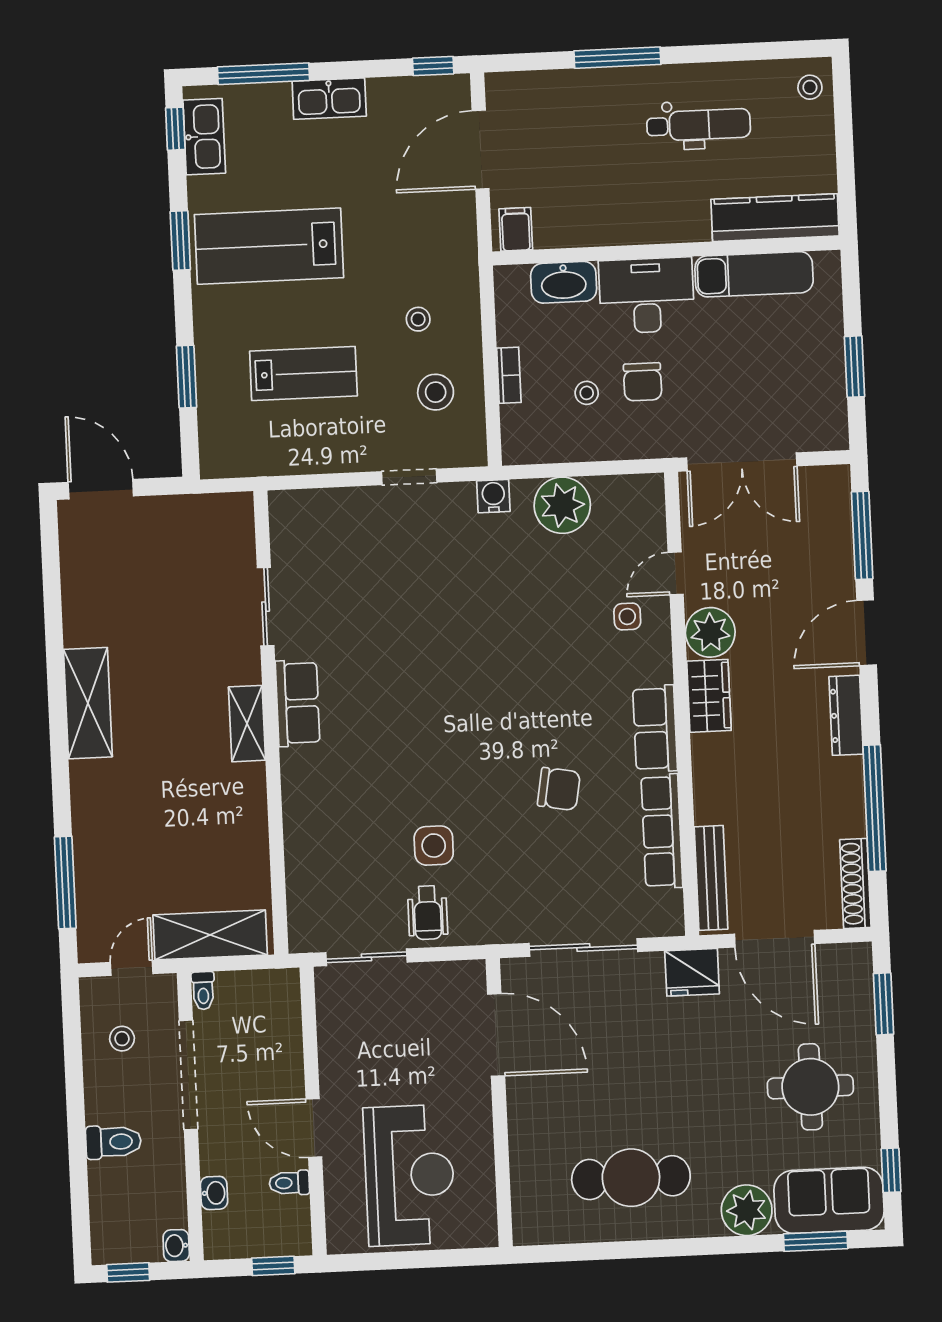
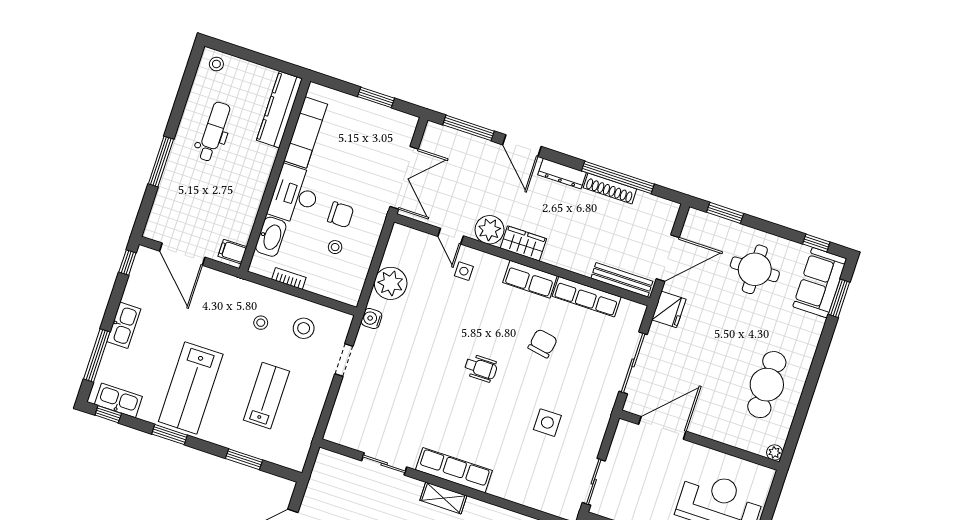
bookcase: (509, 375) -> (289, 278), moved
row of seats: (298, 703) -> (454, 470), width x1.48
shoe rack: (855, 884) -> (610, 188), moved
wheelchair: (428, 913) -> (481, 368), moved
plant: (747, 1210) -> (774, 453), moved, width x0.53, depth x0.53

